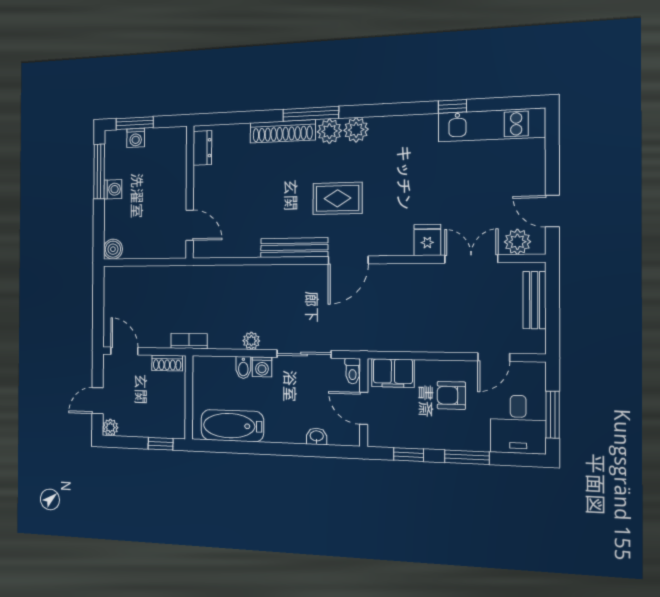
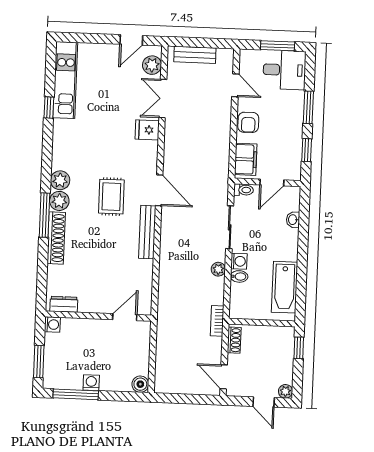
washing machine: (136, 138) -> (52, 325), moved
door: (124, 351) -> (224, 377), hinge flipped
armchair: (451, 395) -> (248, 122), moved

